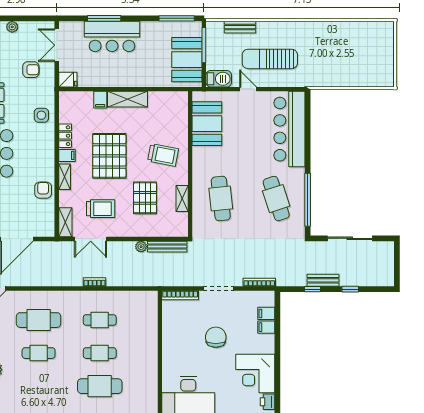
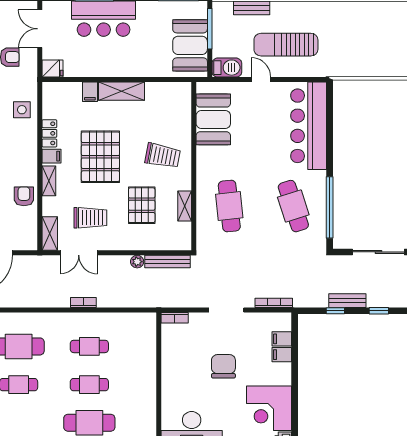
bookcase: (180, 295) -> (175, 318), width x0.64

